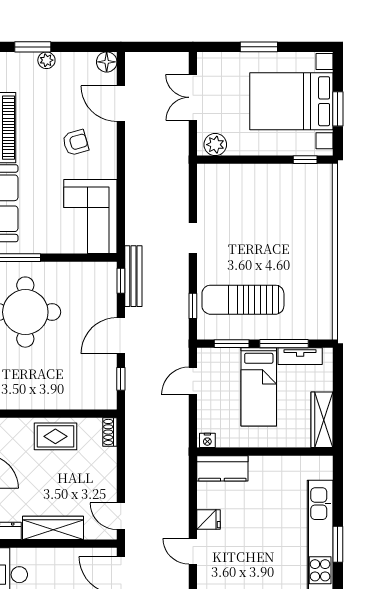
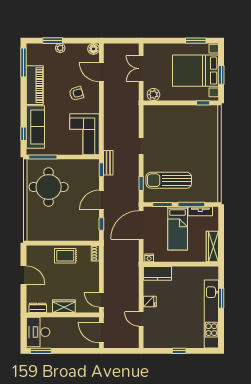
window: (259, 47) -> (196, 41), moved
bench: (133, 276) -> (108, 163), width x0.73
door: (193, 381) -> (141, 225), width x1.87
wardrobe: (53, 528) -> (64, 306), width x0.67
window: (338, 544) -> (221, 298), moved

